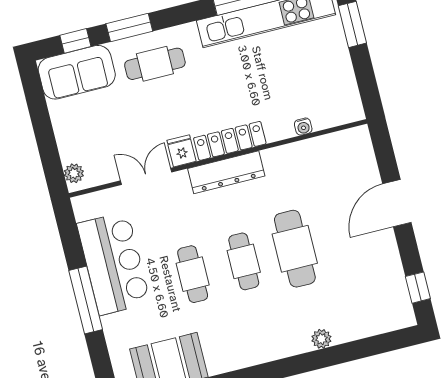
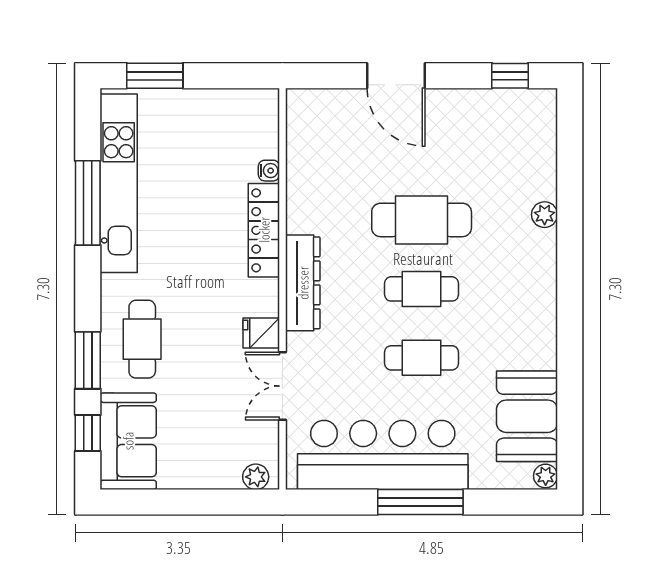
locker: (230, 141) -> (264, 230), moved
bar counter: (114, 263) -> (383, 455), width x1.36

